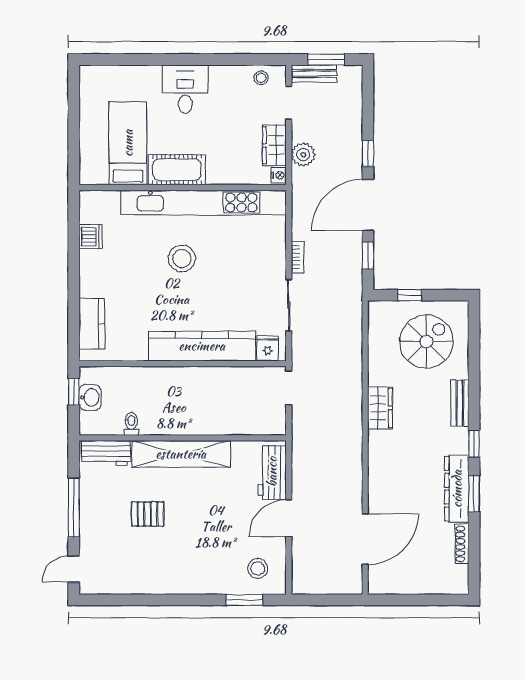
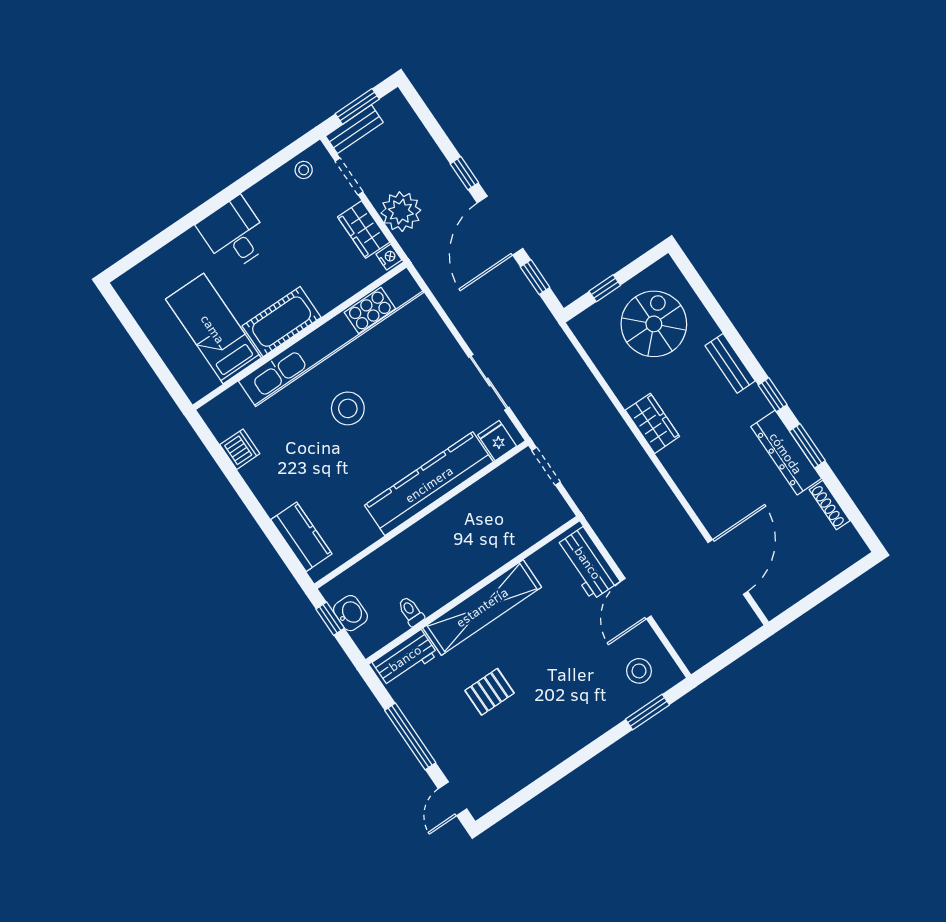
plant: (303, 155) -> (401, 212), width x1.36, depth x1.36
bookcase: (298, 257) -> (464, 327), removed

